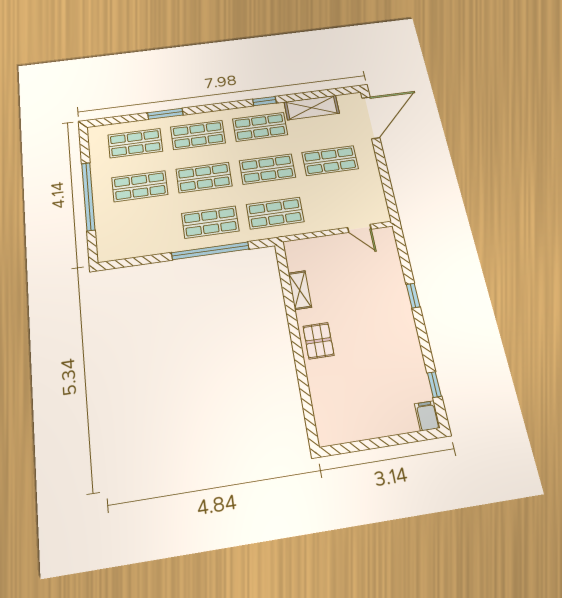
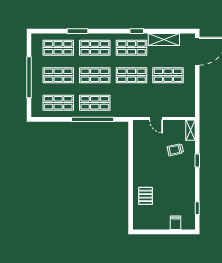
shop shelf: (275, 213) -> (58, 103), moved
door: (359, 228) -> (156, 119), moved
trolley: (369, 282) -> (175, 150), added
shelving: (300, 290) -> (190, 130), moved
pallet: (318, 341) -> (146, 196), moved
filing cabinet: (427, 416) -> (176, 223), moved

